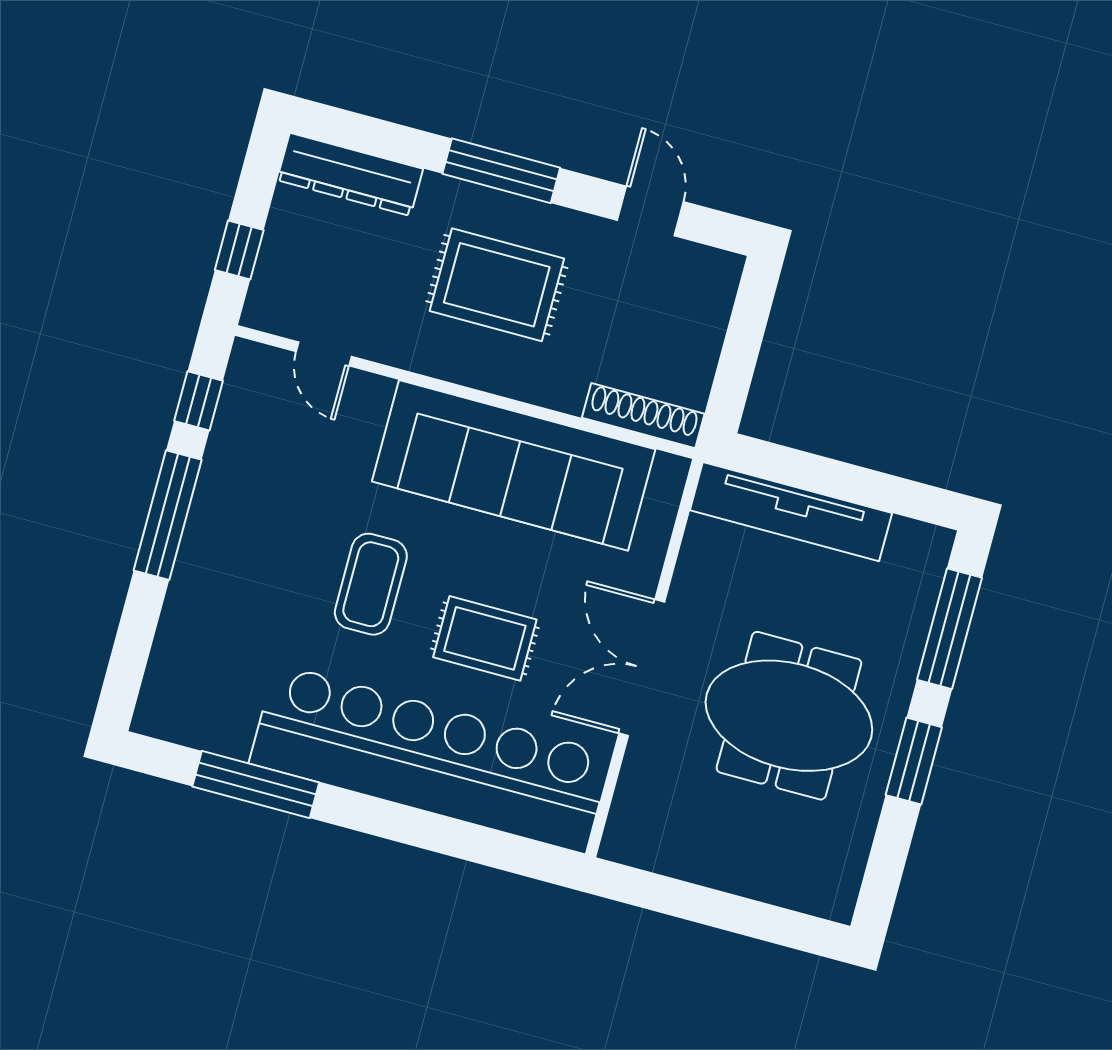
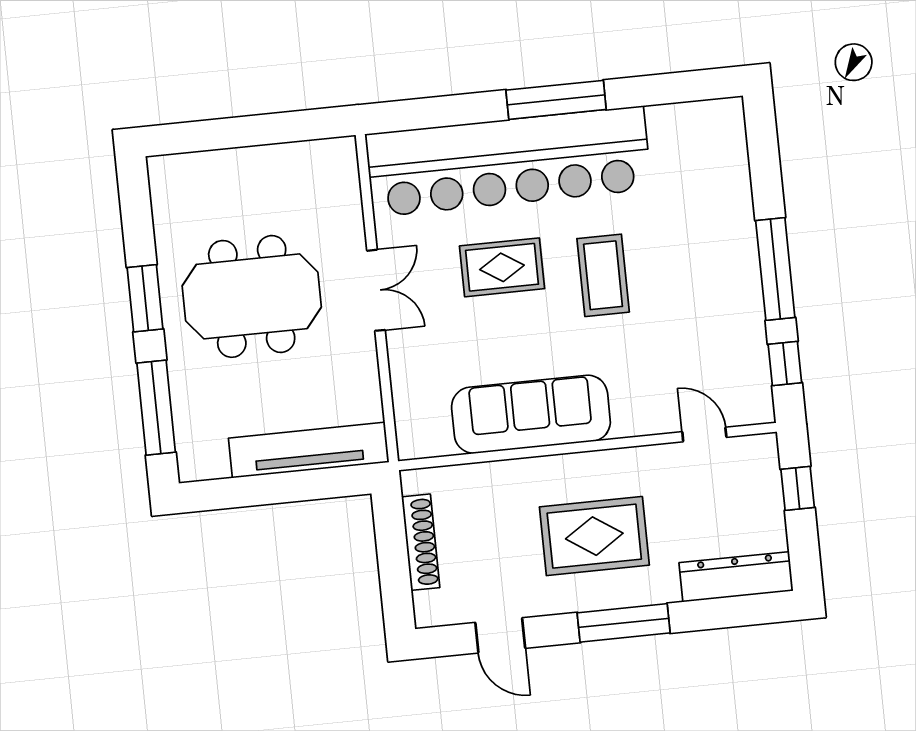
shoe rack: (643, 416) -> (421, 542), moved, turned -90
sofa: (514, 465) -> (531, 414), width x0.74, depth x0.79
double door: (642, 668) -> (376, 290), width x0.73
window: (256, 785) -> (556, 100), moved

